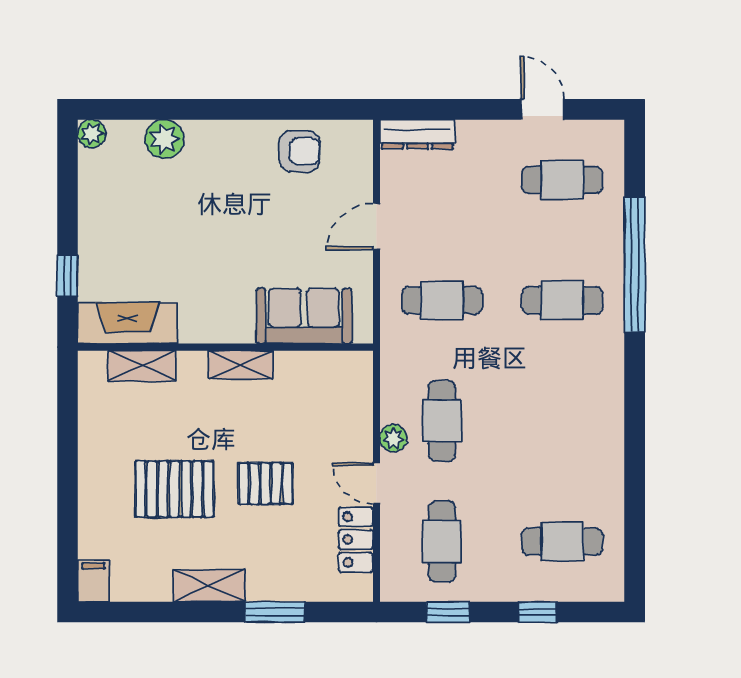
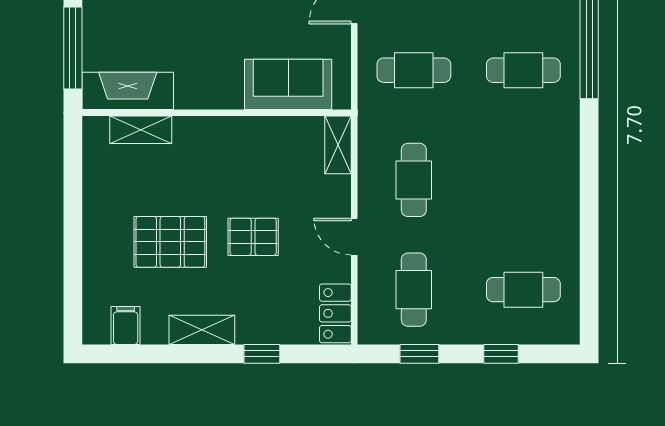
window: (67, 276) -> (73, 48), width x2.17
shelving: (241, 365) -> (338, 145), moved, turned 90
plant: (394, 438) -> (370, 196), removed
locker: (356, 540) -> (335, 313), moved
filing cabinet: (93, 581) -> (126, 325), moved
window: (275, 612) -> (262, 354), width x0.67

